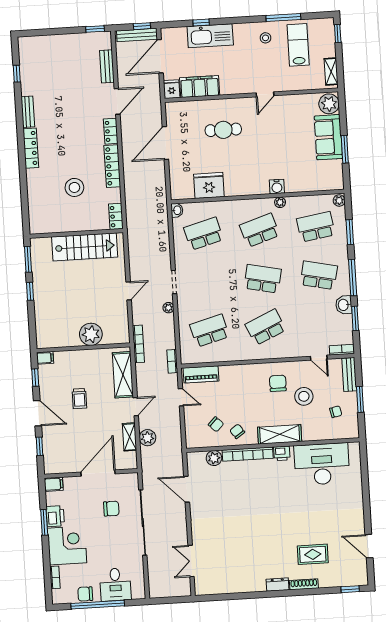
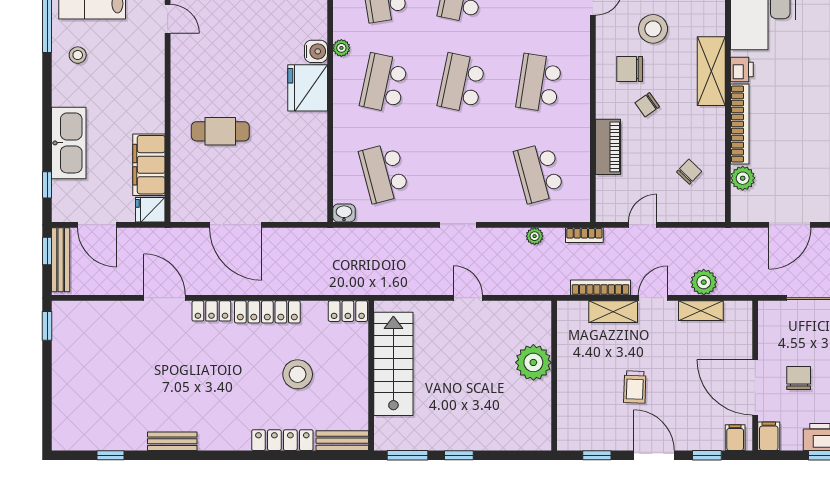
window: (201, 23) -> (47, 185), moved
door: (160, 56) -> (97, 225), width x0.73
bench: (107, 66) -> (342, 441), moved
door: (265, 94) -> (168, 19), moved
cafe table: (223, 130) -> (220, 131), turned 90
locker: (31, 148) -> (282, 440), moved
fridge: (209, 185) -> (308, 88), moved
school desk: (260, 230) -> (384, 83), turned 30
plant: (168, 308) -> (535, 236), moved
school desk: (266, 327) -> (539, 83), turned 33
bookcase: (138, 344) -> (601, 288), moved
filing cabinet: (45, 358) -> (735, 438), moved
piano: (201, 374) -> (608, 147), moved
shelving: (123, 375) -> (613, 312), width x0.67, depth x0.75
trolley: (79, 399) -> (635, 387), turned 92
door: (136, 407) -> (653, 298), hinge flipped
door: (37, 413) -> (654, 455), hinge flipped
chair: (237, 431) -> (647, 105), moved
door: (98, 473) -> (755, 387), moved
chair: (111, 509) -> (799, 378), moved

